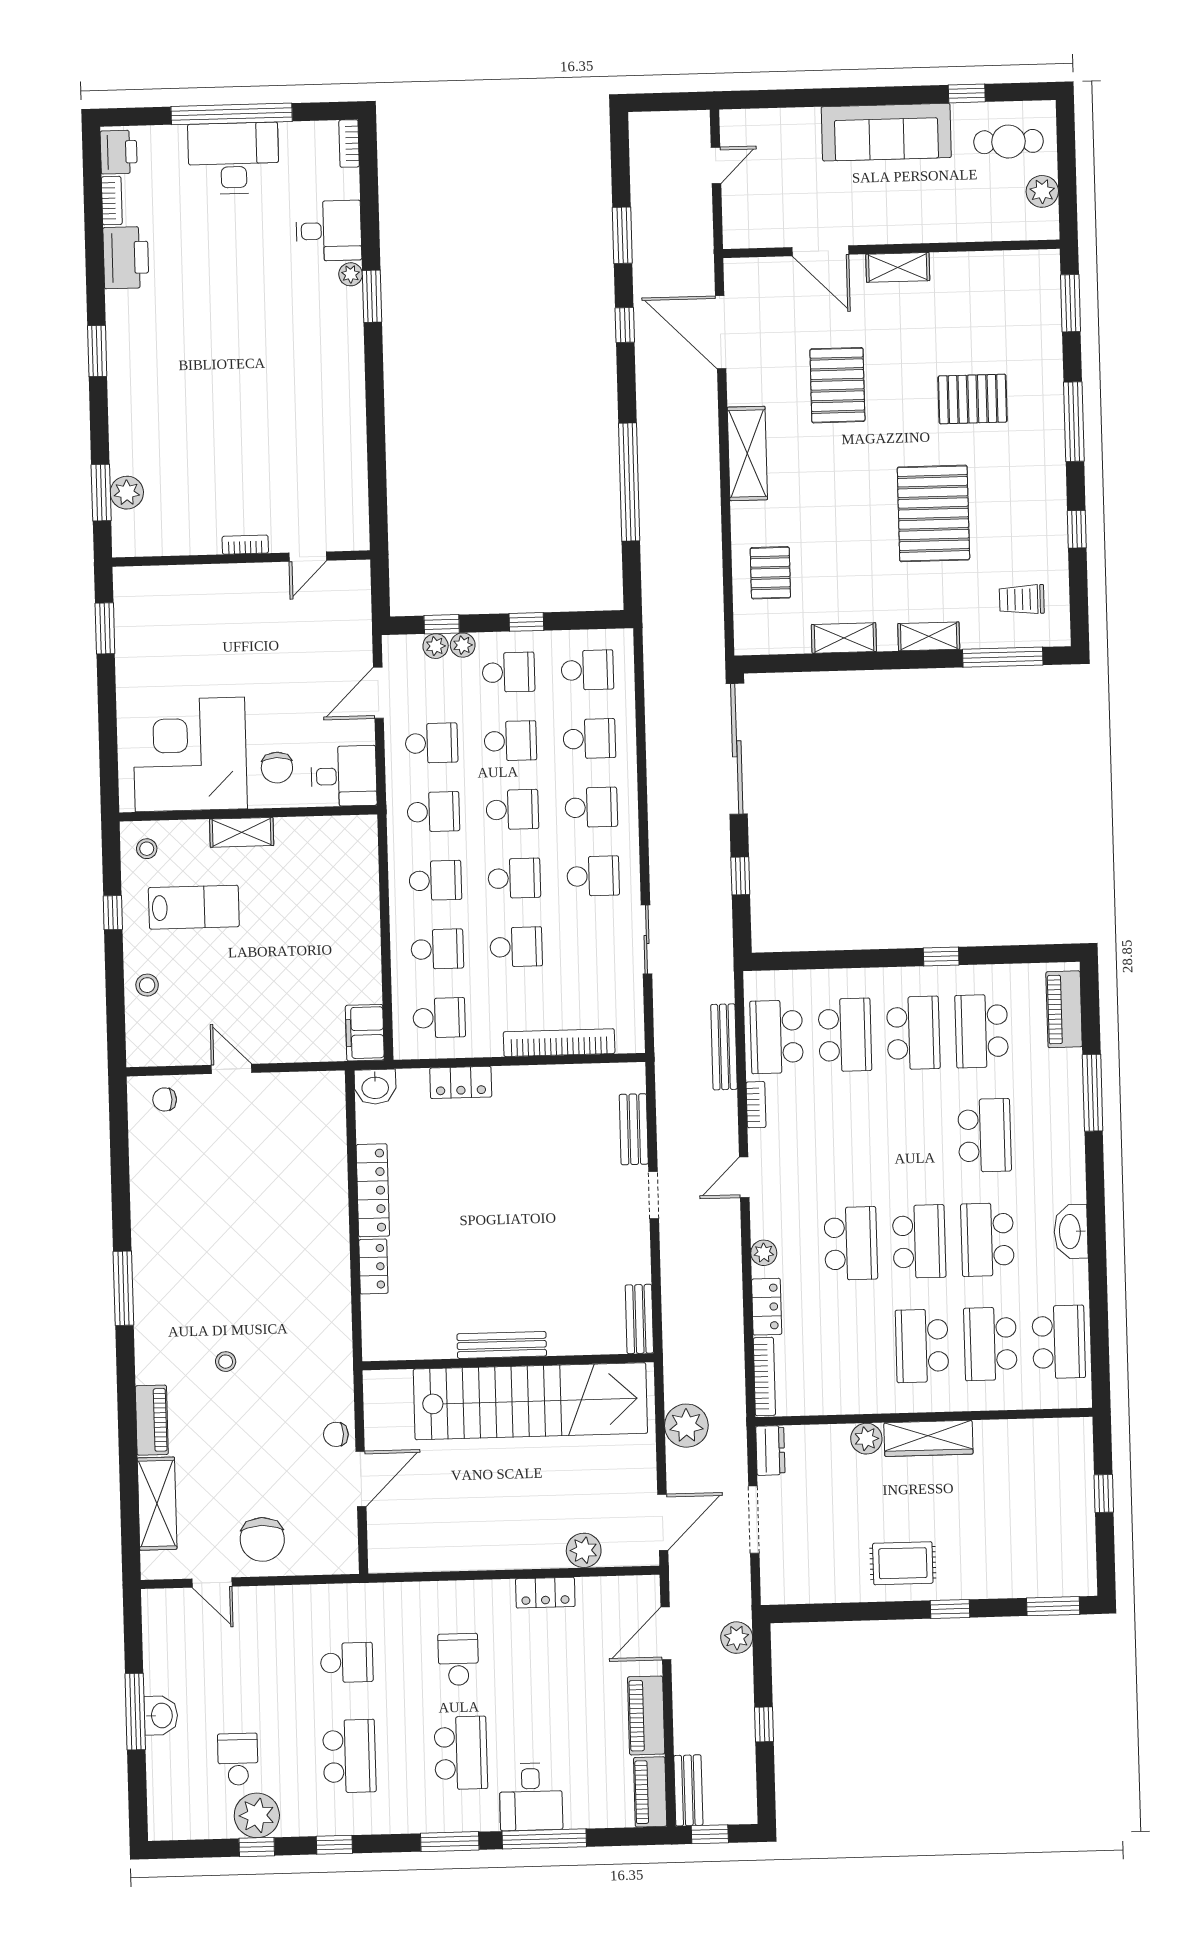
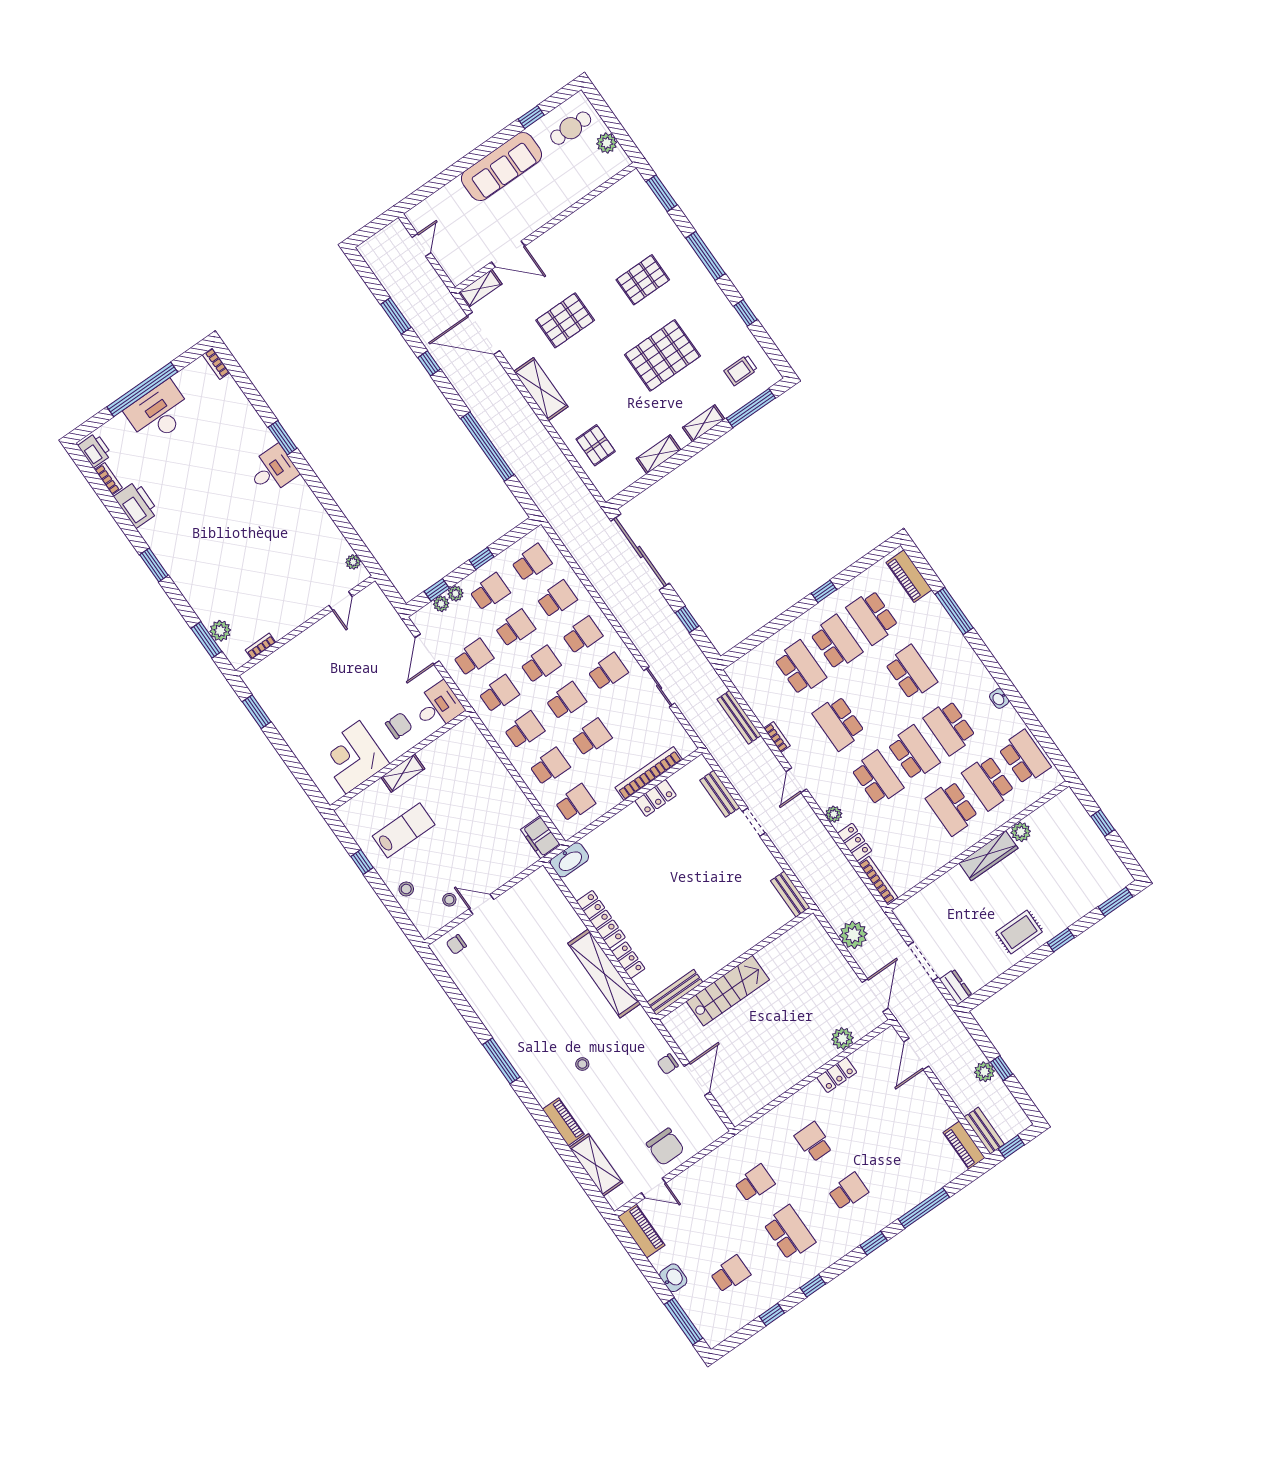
desk: (329, 231) -> (273, 470), moved
shelving: (898, 267) -> (480, 288), moved
plant: (351, 274) -> (353, 562), moved
pallet: (837, 385) -> (565, 320), turned 90
pallet: (933, 513) -> (662, 355), turned 90
bookcase: (245, 545) -> (261, 646), moved
corner desk: (190, 754) -> (353, 757), width x0.74, depth x0.74
chair: (277, 768) -> (399, 726), turned -90
stool: (147, 849) -> (449, 900), moved
school desk: (777, 1037) -> (839, 723), moved
locker: (461, 1082) -> (656, 798), moved
washbasin: (375, 1087) -> (569, 860), width x1.38
washbasin: (1071, 1232) -> (999, 698), width x0.52, depth x0.69
shelving: (331, 1263) -> (604, 973), added
bench: (502, 1345) -> (675, 992), moved
stairs: (530, 1401) -> (728, 991), width x0.54, depth x0.66
plant: (866, 1439) -> (1021, 832), moved
dresser: (770, 1450) -> (956, 987), moved
plant: (737, 1638) -> (984, 1072), moved
window: (135, 1712) -> (683, 1321), moved
piano: (646, 1715) -> (641, 1231), moved, turned 180
school desk: (461, 1753) -> (848, 1191), width x0.54
school desk: (238, 1759) -> (730, 1274), turned 90
desk: (531, 1797) -> (902, 1190), removed
plant: (257, 1815) -> (760, 1298), removed
window: (450, 1842) -> (874, 1243), width x0.67

